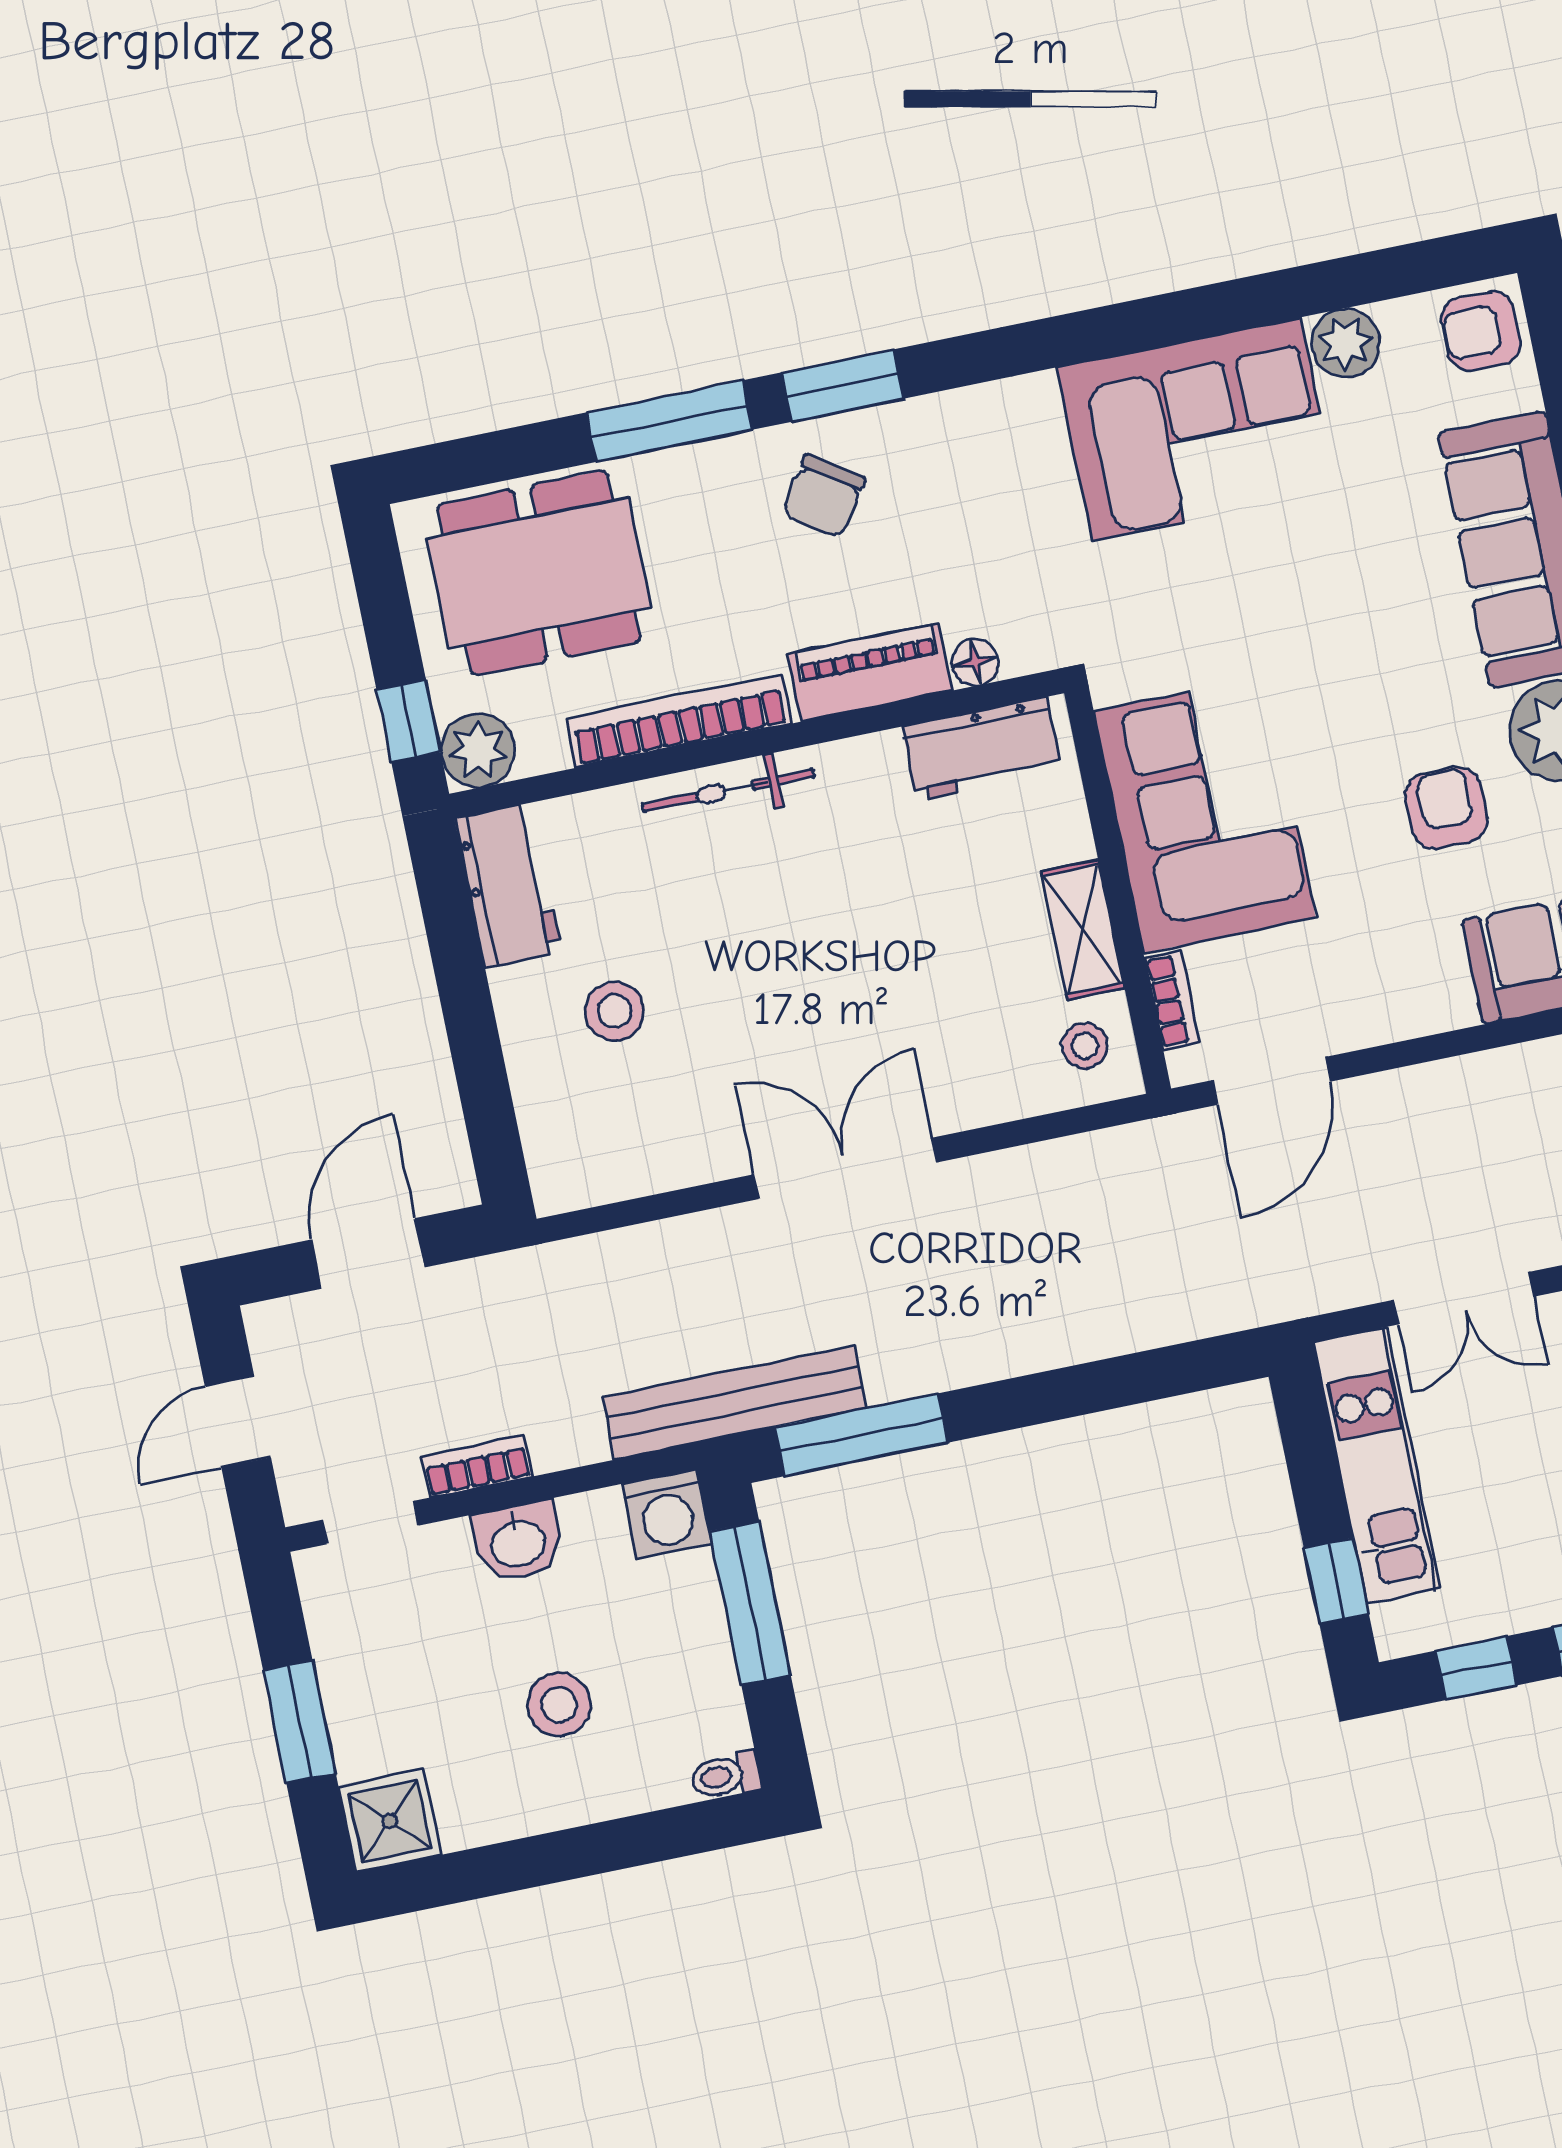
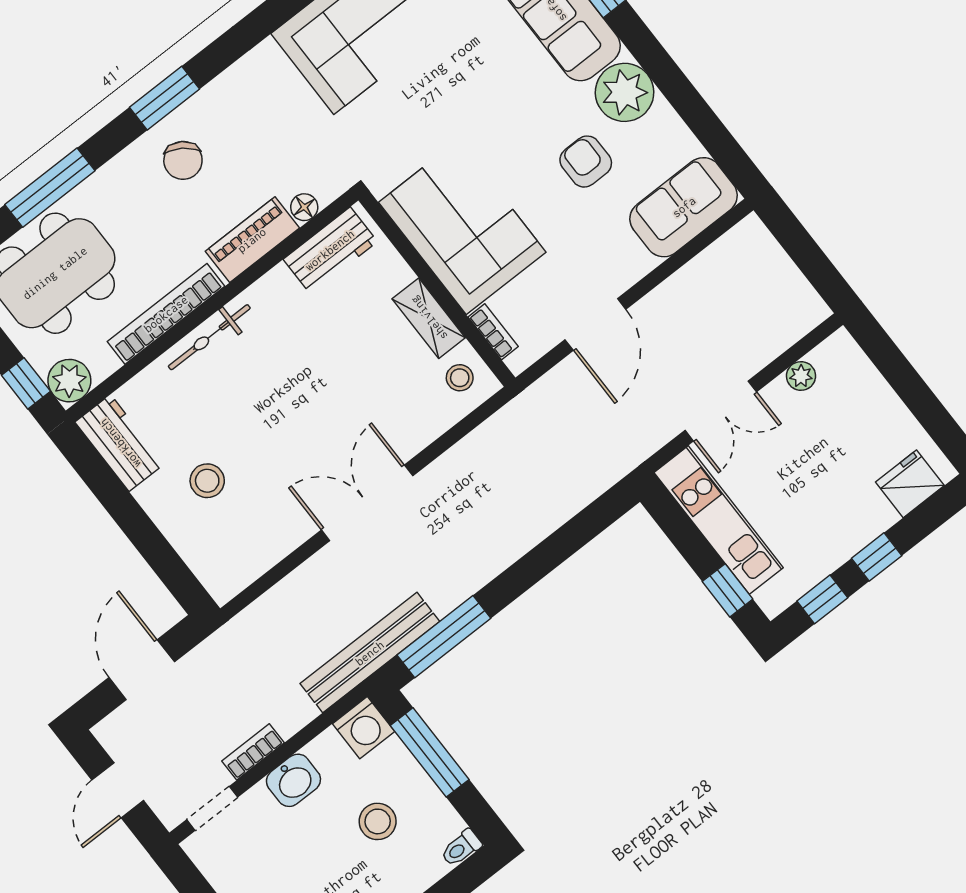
window: (669, 421) -> (50, 188), moved
door: (1271, 1081) -> (595, 324), moved
stool: (559, 1705) -> (378, 821), moved

